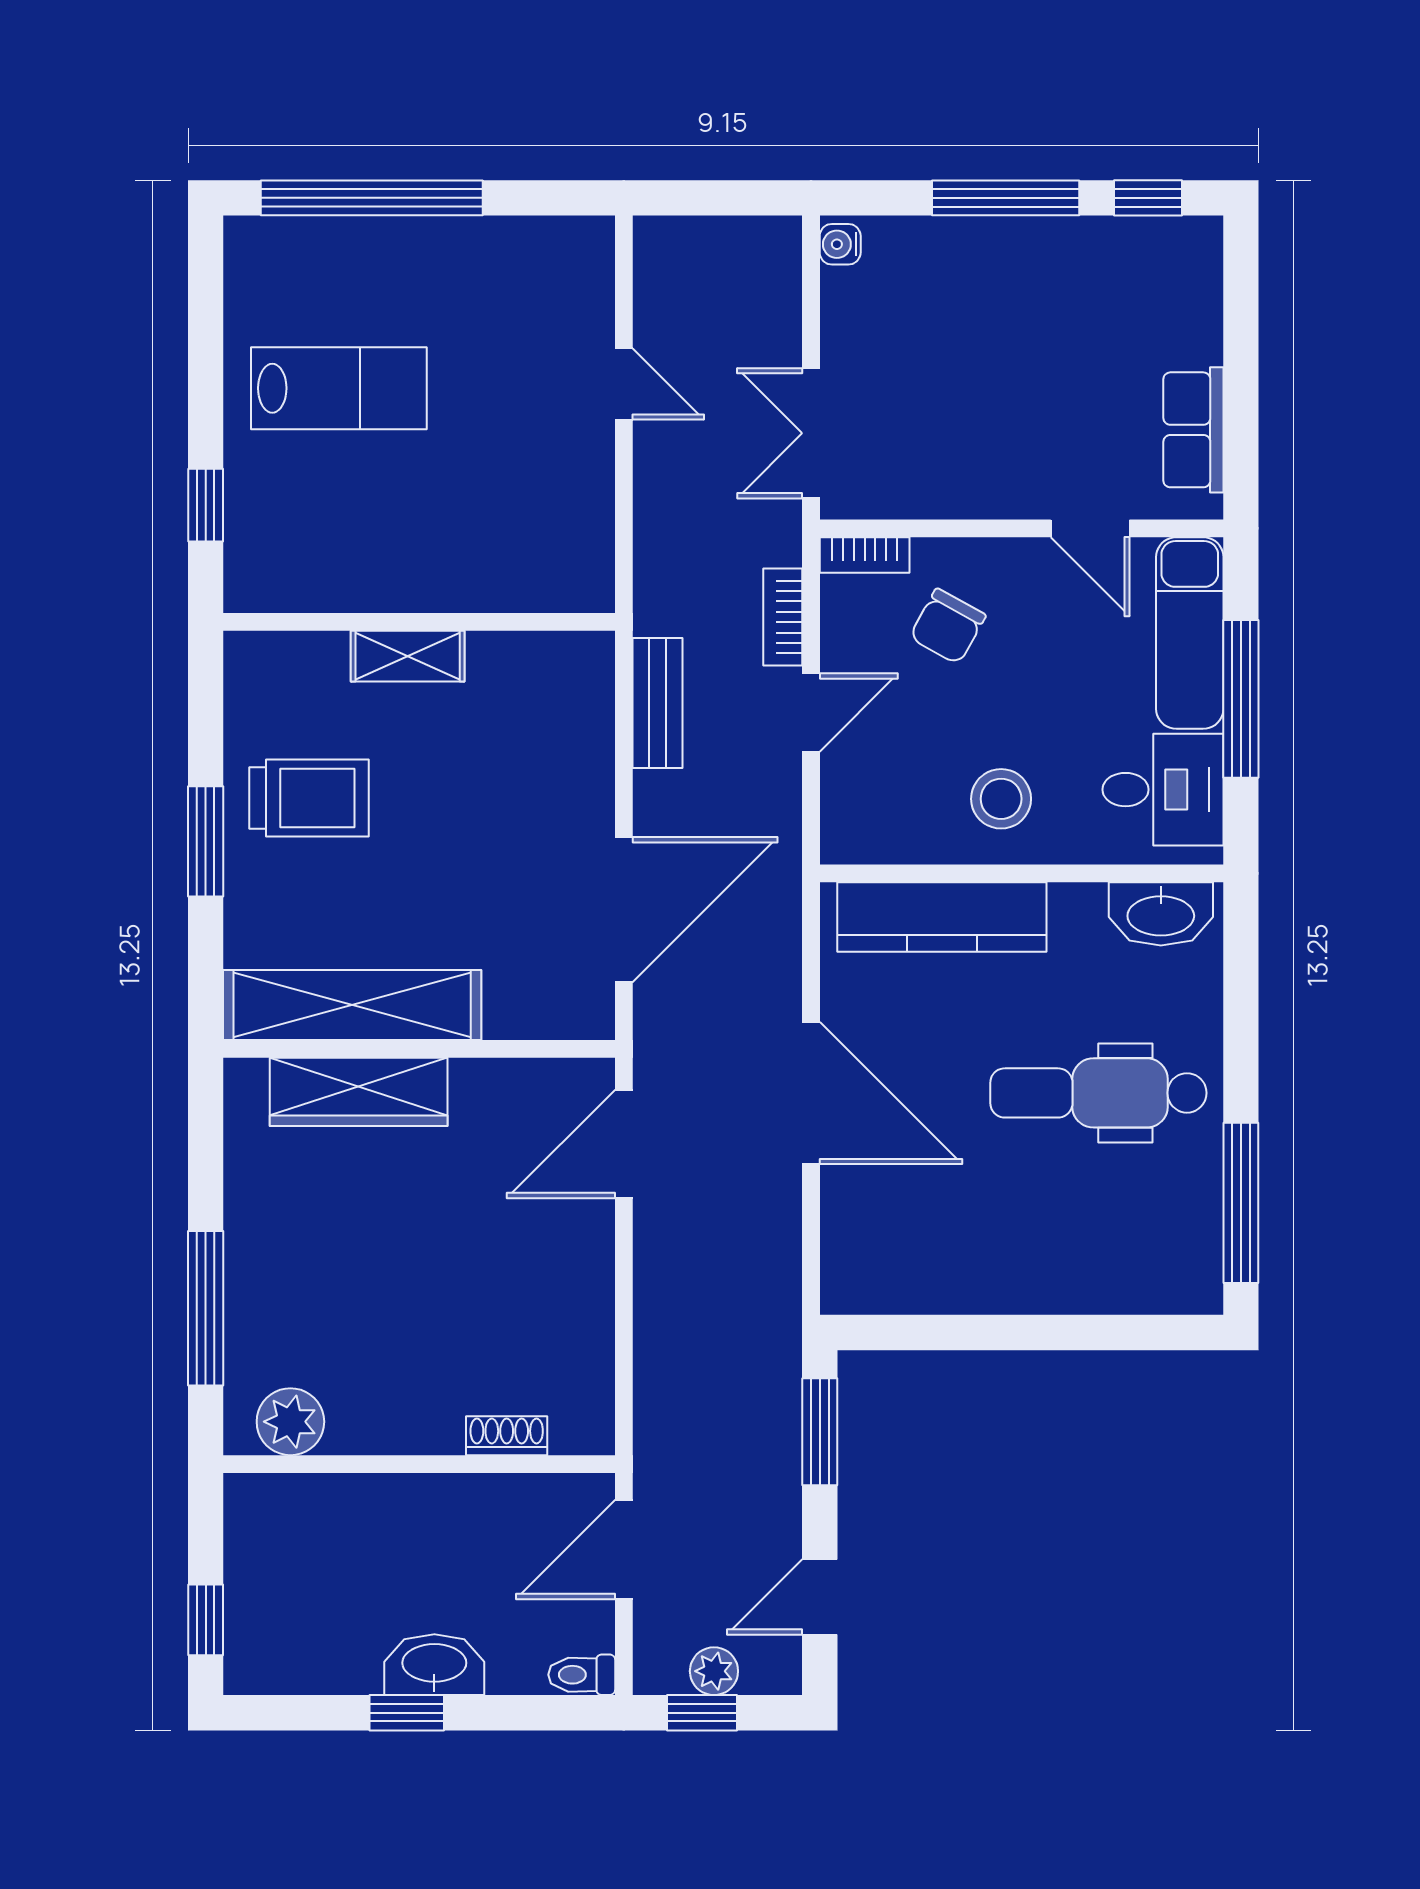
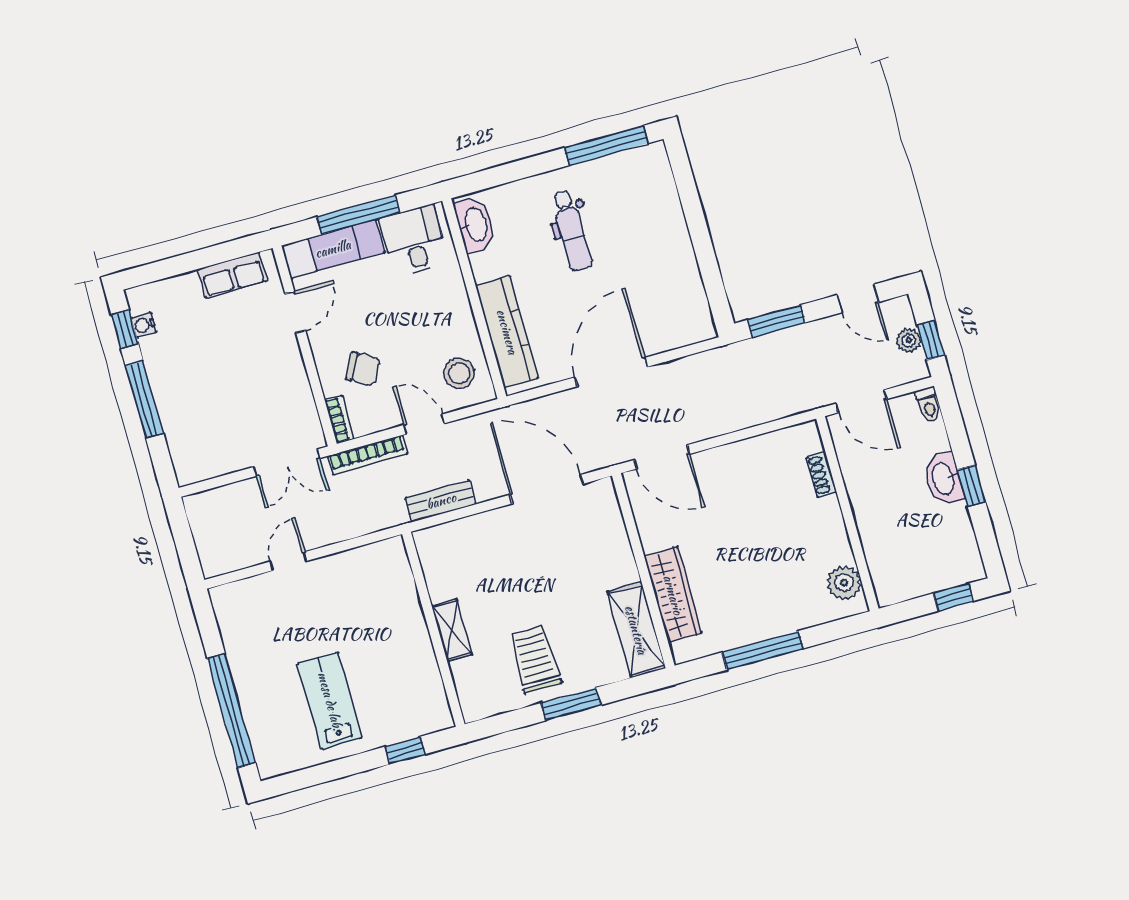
water cooler: (840, 244) -> (144, 325), moved, turned 90
bookcase: (783, 617) -> (368, 455), width x1.56
stool: (1001, 799) -> (459, 373), moved
shelving: (352, 1005) -> (636, 630), width x0.68
dental chair: (1098, 1093) -> (572, 231), width x0.73, depth x0.72
window: (206, 1308) -> (763, 650), moved

